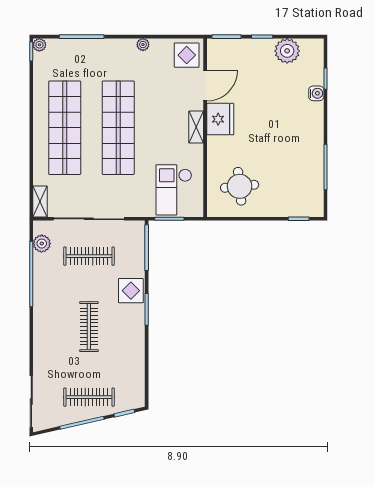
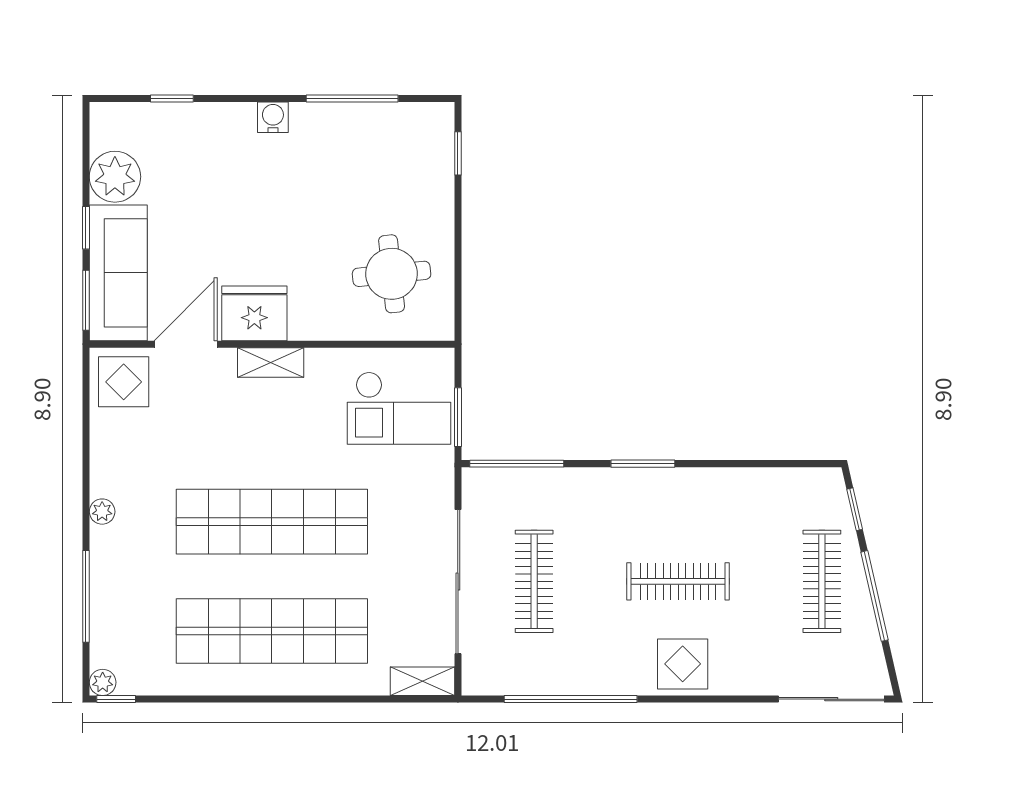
plant: (143, 45) -> (102, 512), moved
sofa: (240, 52) -> (118, 273), added
door: (205, 85) -> (186, 344), hinge flipped
water cooler: (316, 93) -> (273, 117), moved
plant: (42, 244) -> (508, 678), removed
display table: (131, 291) -> (683, 664), moved

